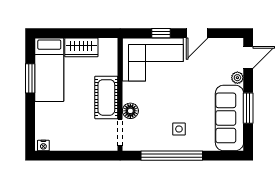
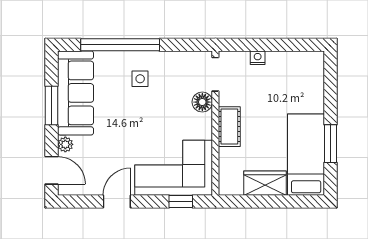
window: (161, 33) -> (181, 201), moved
door: (248, 57) -> (51, 170), swing flipped
cot: (106, 97) -> (229, 127), width x0.73, depth x0.75
nightstand: (43, 145) -> (258, 58), moved
window: (172, 156) -> (120, 45), moved

